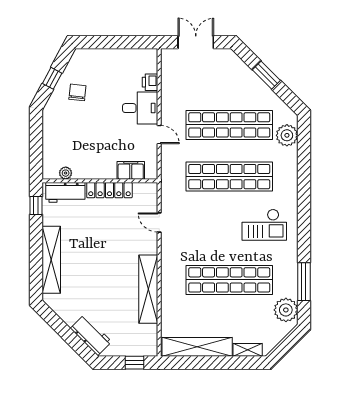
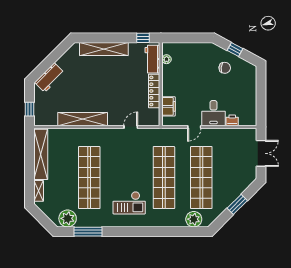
checkout: (264, 225) -> (129, 203), turned -90

